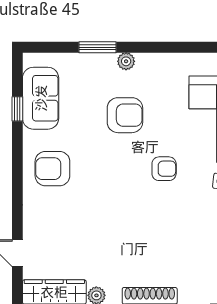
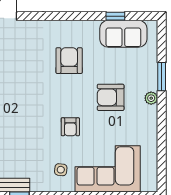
armchair: (125, 115) -> (111, 97), turned 90
armchair: (52, 169) -> (69, 61), moved

